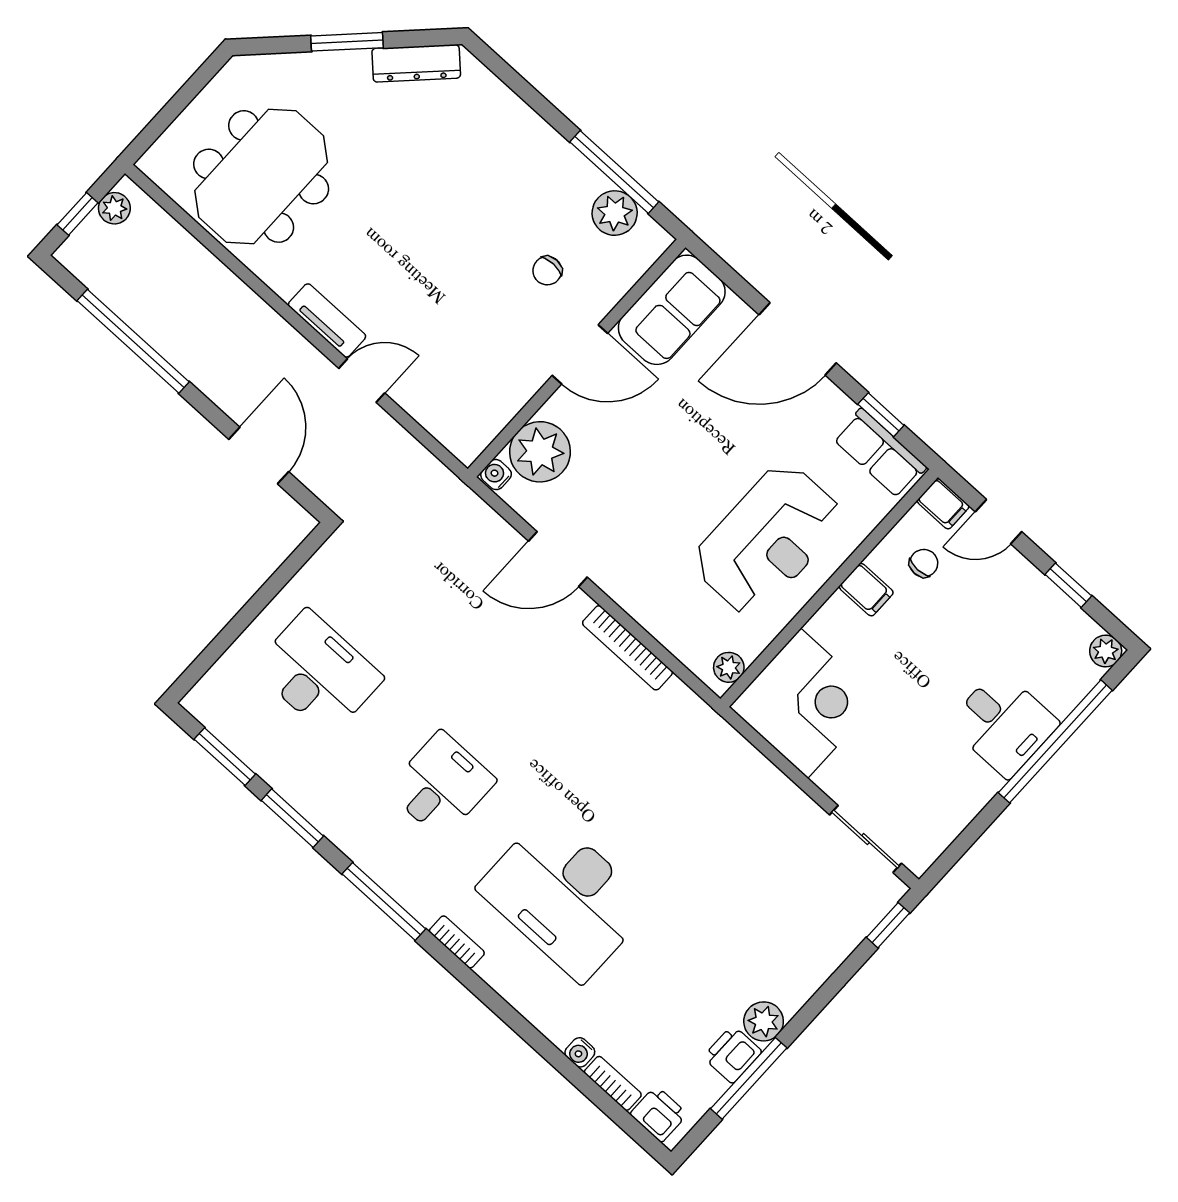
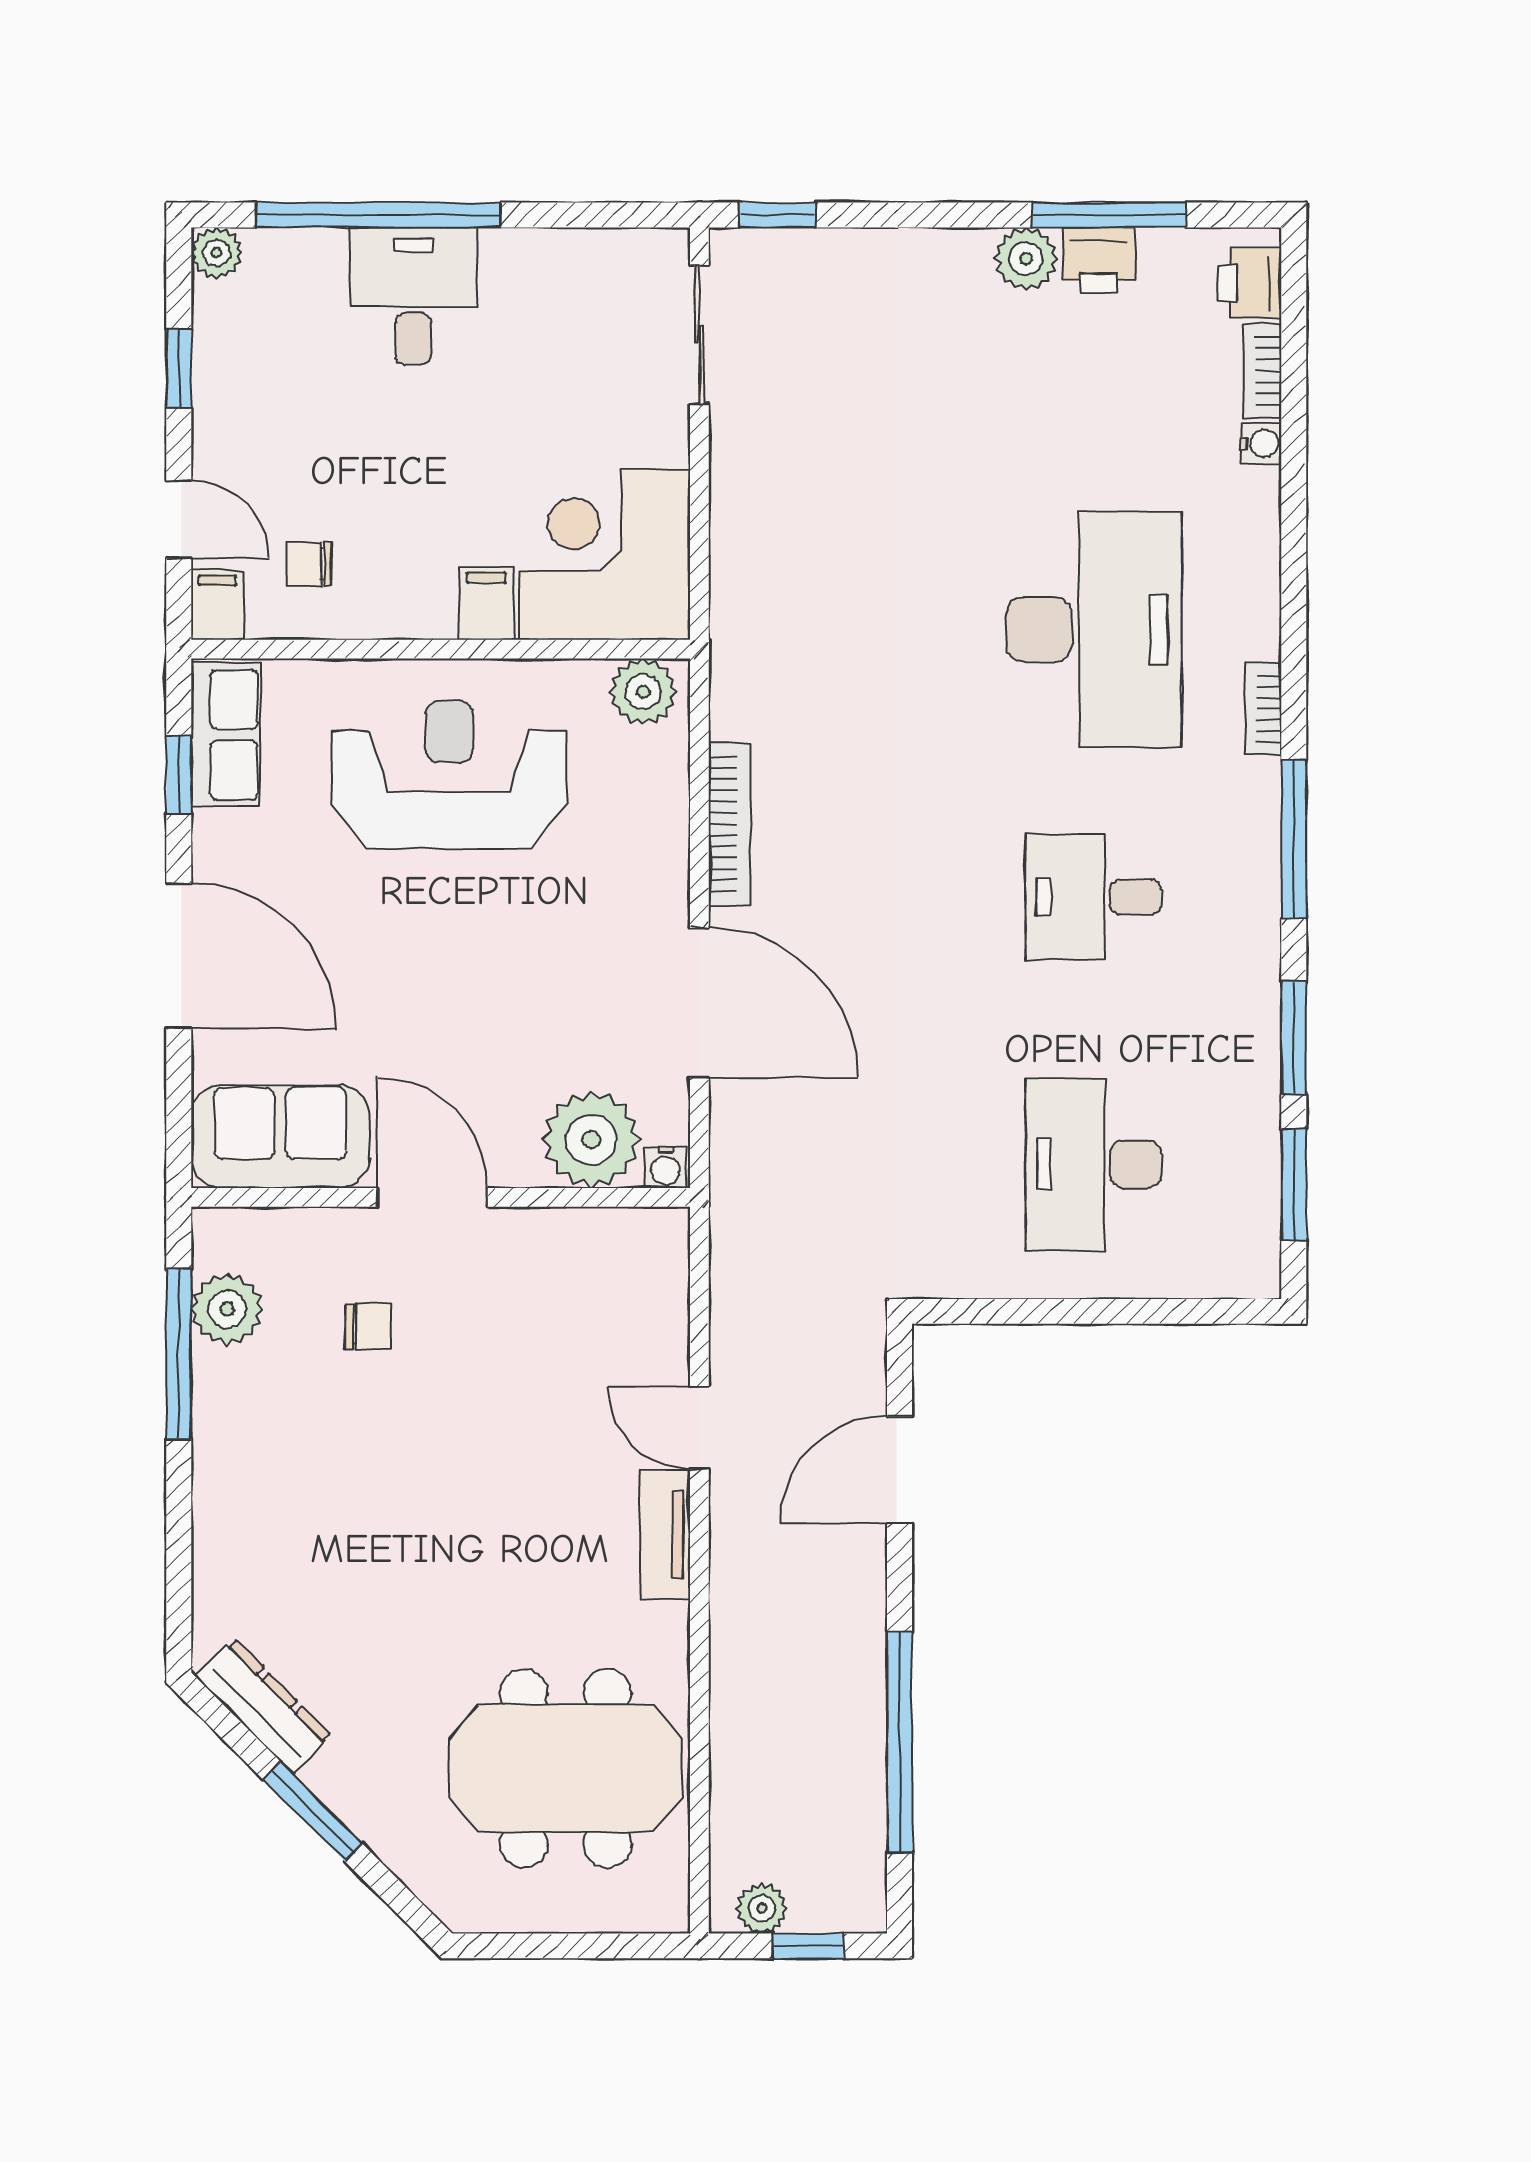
door: (558, 559) -> (699, 1002), width x1.36
filing cabinet: (866, 590) -> (486, 603), moved
plant: (729, 667) -> (643, 692), width x1.38, depth x1.38

